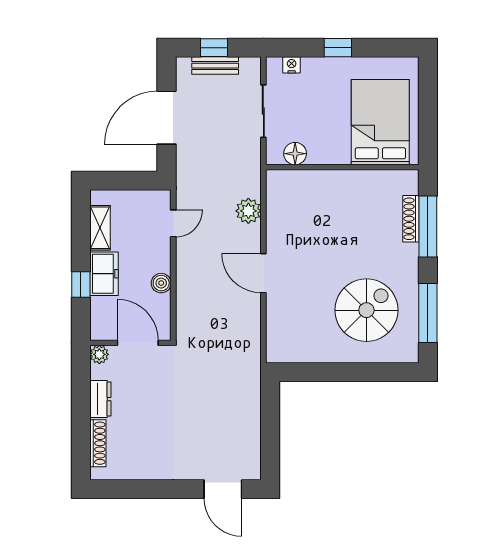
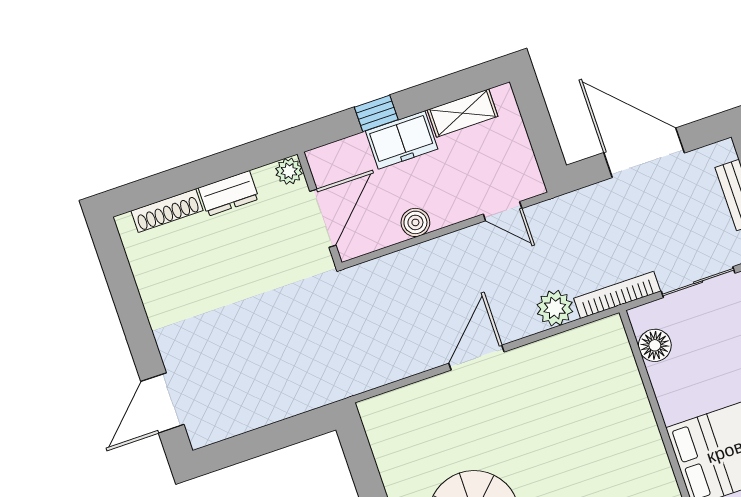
bookcase: (254, 167) -> (617, 295), added

